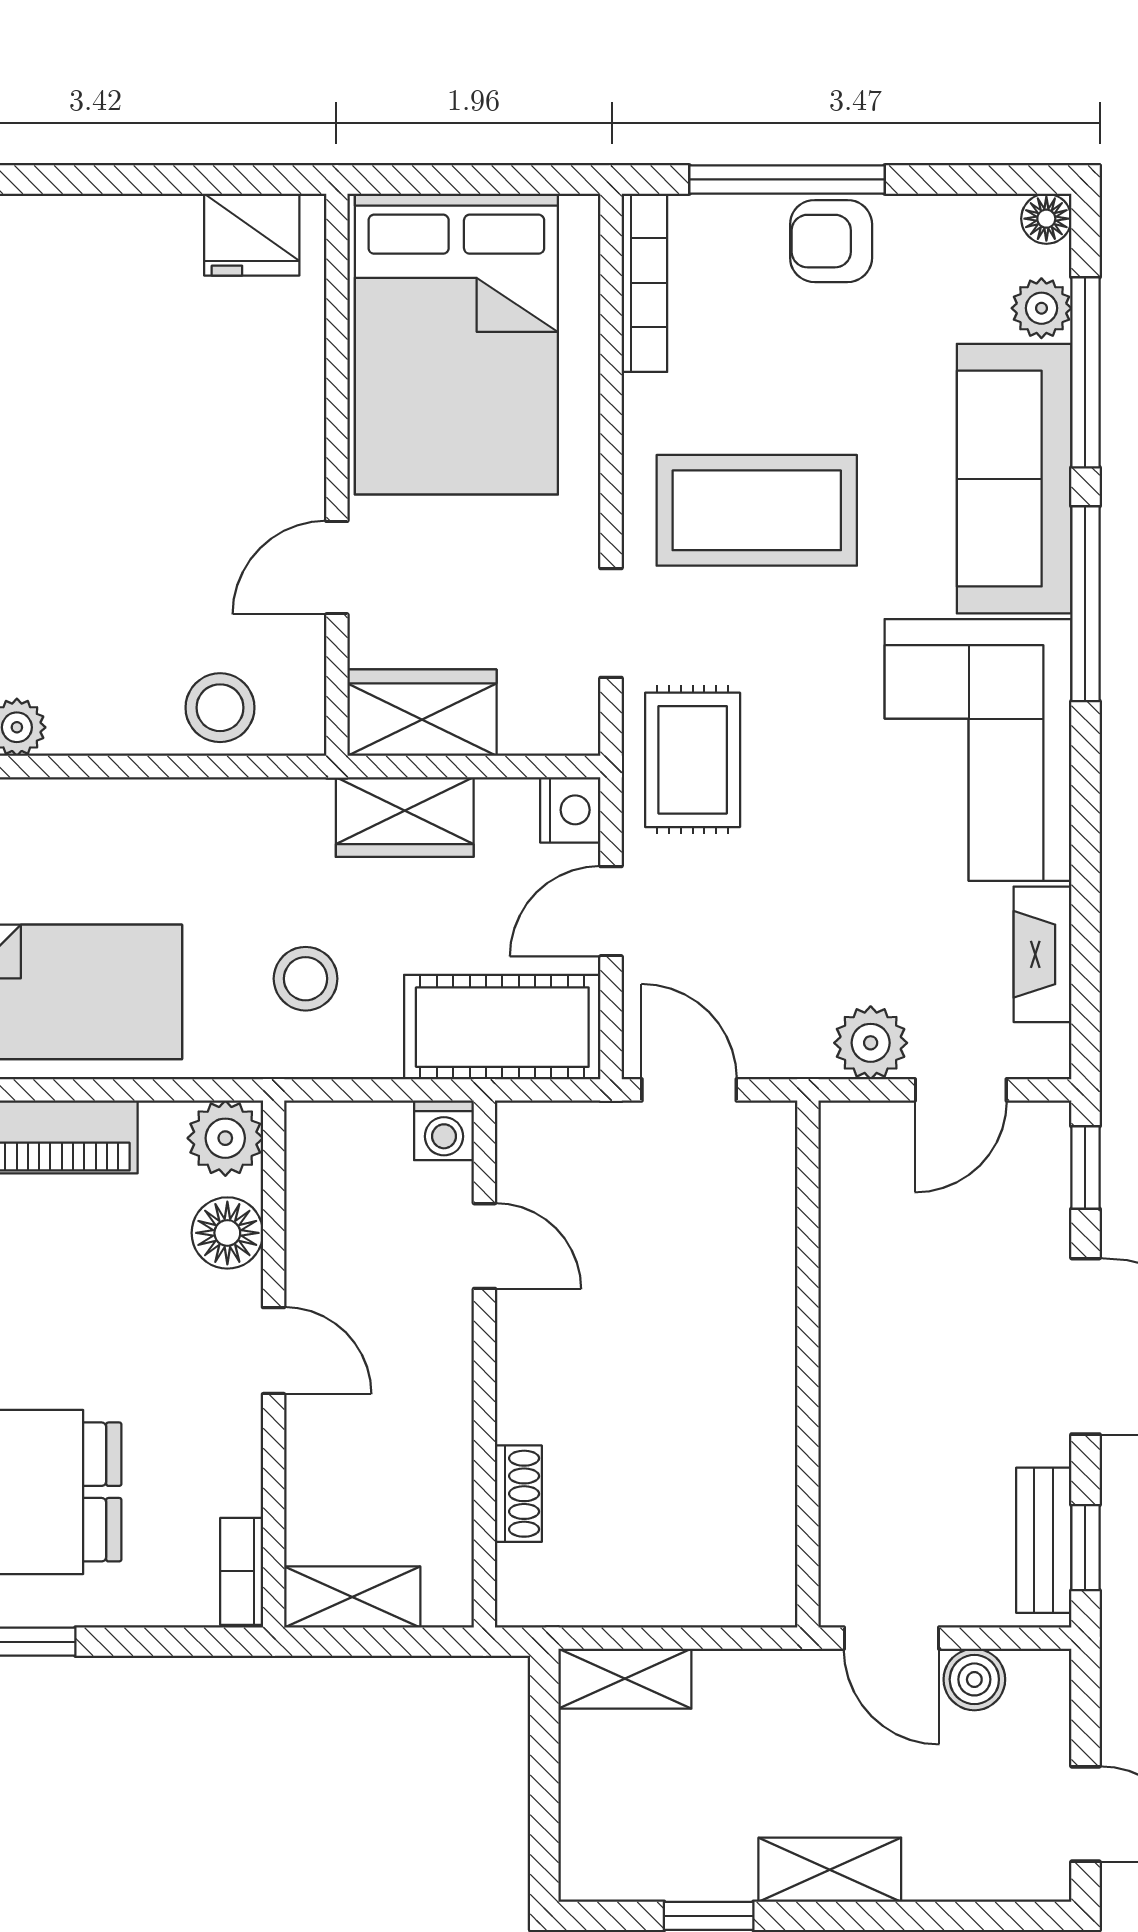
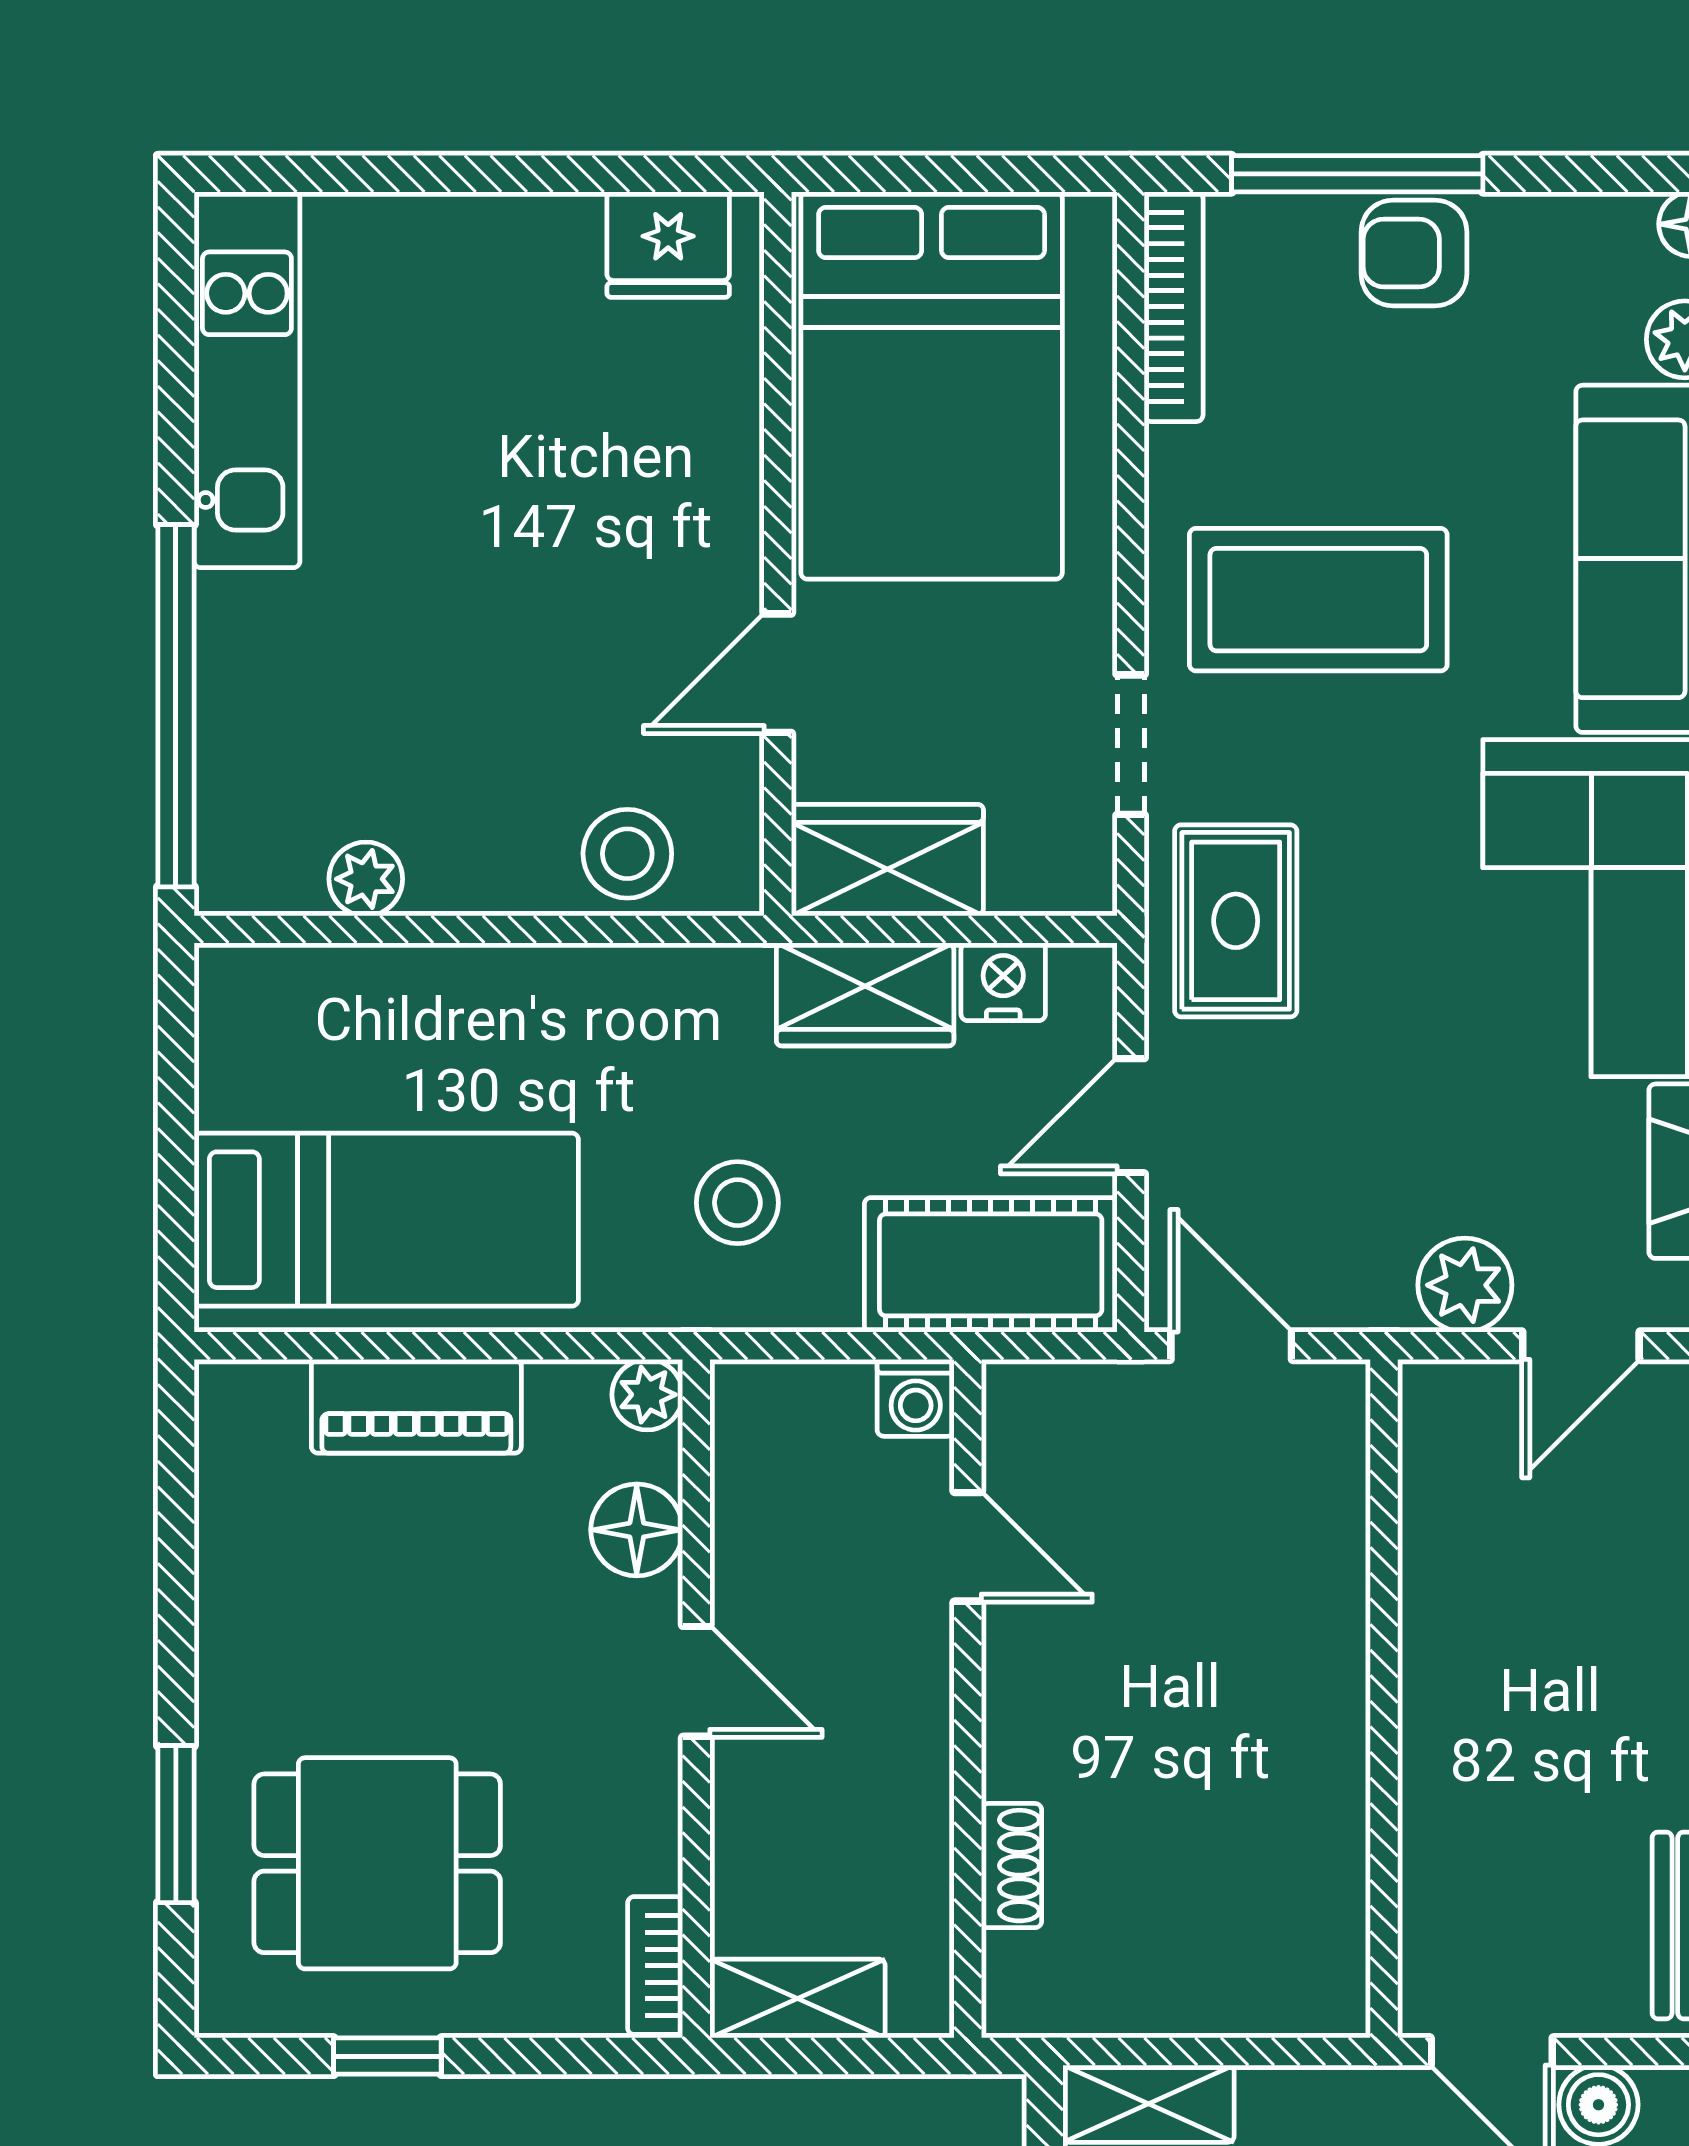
nightstand: (570, 810) -> (1003, 982), moved, turned -90
plant: (225, 1138) -> (647, 1395), width x0.73, depth x0.73

